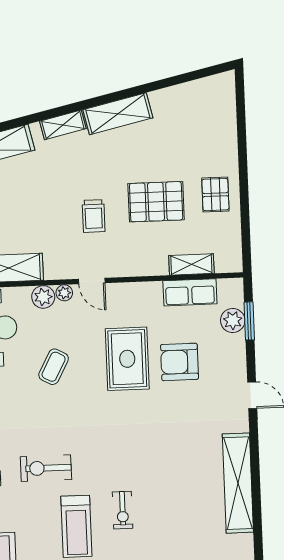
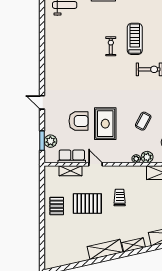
door: (92, 281) -> (95, 164), moved
shelving: (238, 483) -> (51, 58), removed

